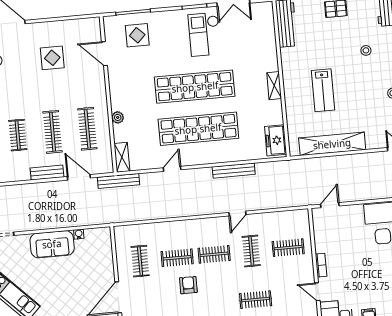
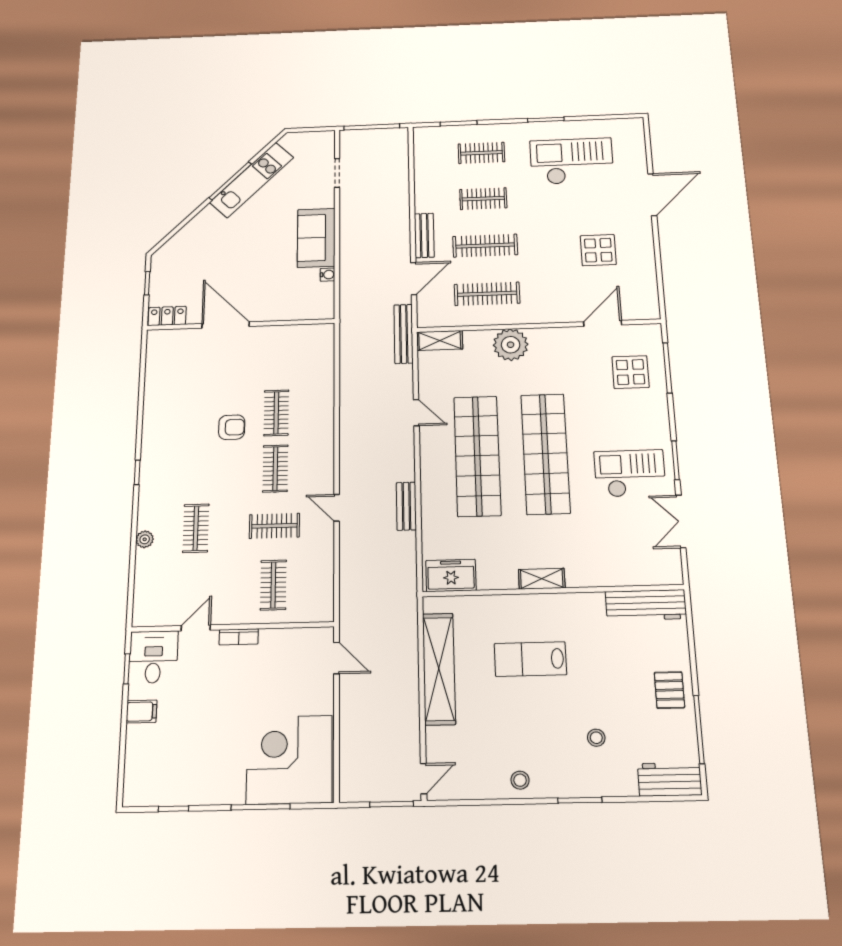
plant: (118, 117) -> (511, 345), width x1.87, depth x1.87
bench: (234, 171) -> (406, 506), width x0.73
clothes rail: (140, 261) -> (277, 359), removed

